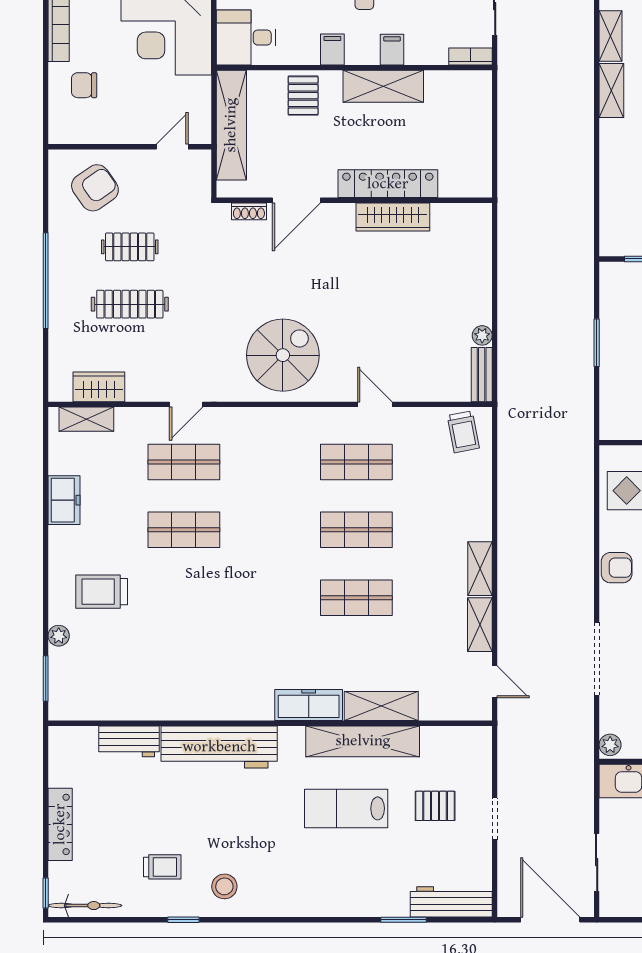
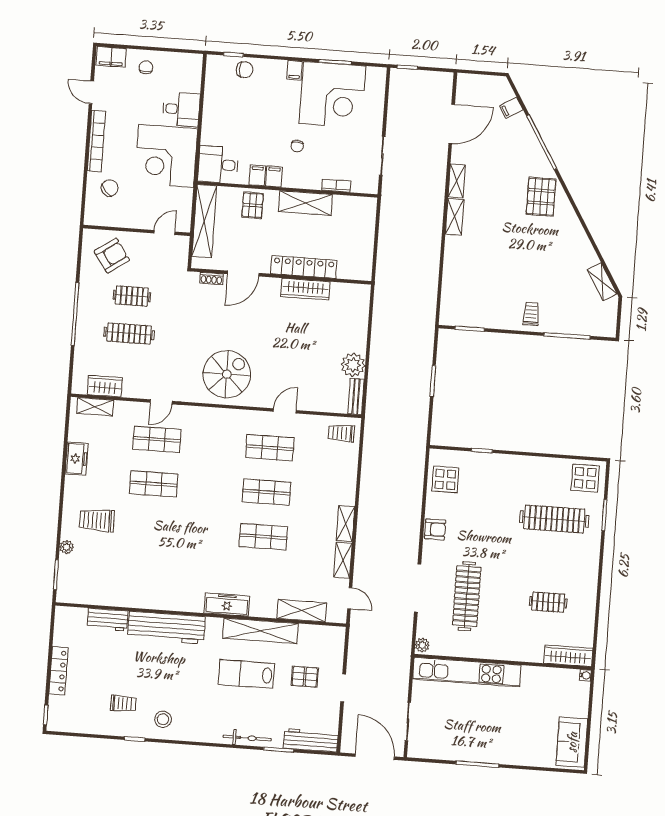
filing cabinet: (392, 50) -> (257, 175), moved
bookcase: (470, 56) -> (336, 186), moved
chair: (84, 85) -> (110, 188), turned 138
plant: (482, 335) -> (353, 365), width x1.88, depth x1.88
door: (375, 404) -> (285, 411), hinge flipped
trolley: (463, 432) -> (341, 433), turned 101
shelving: (381, 706) -> (302, 611), moved
bicycle: (85, 906) -> (247, 738), moved

